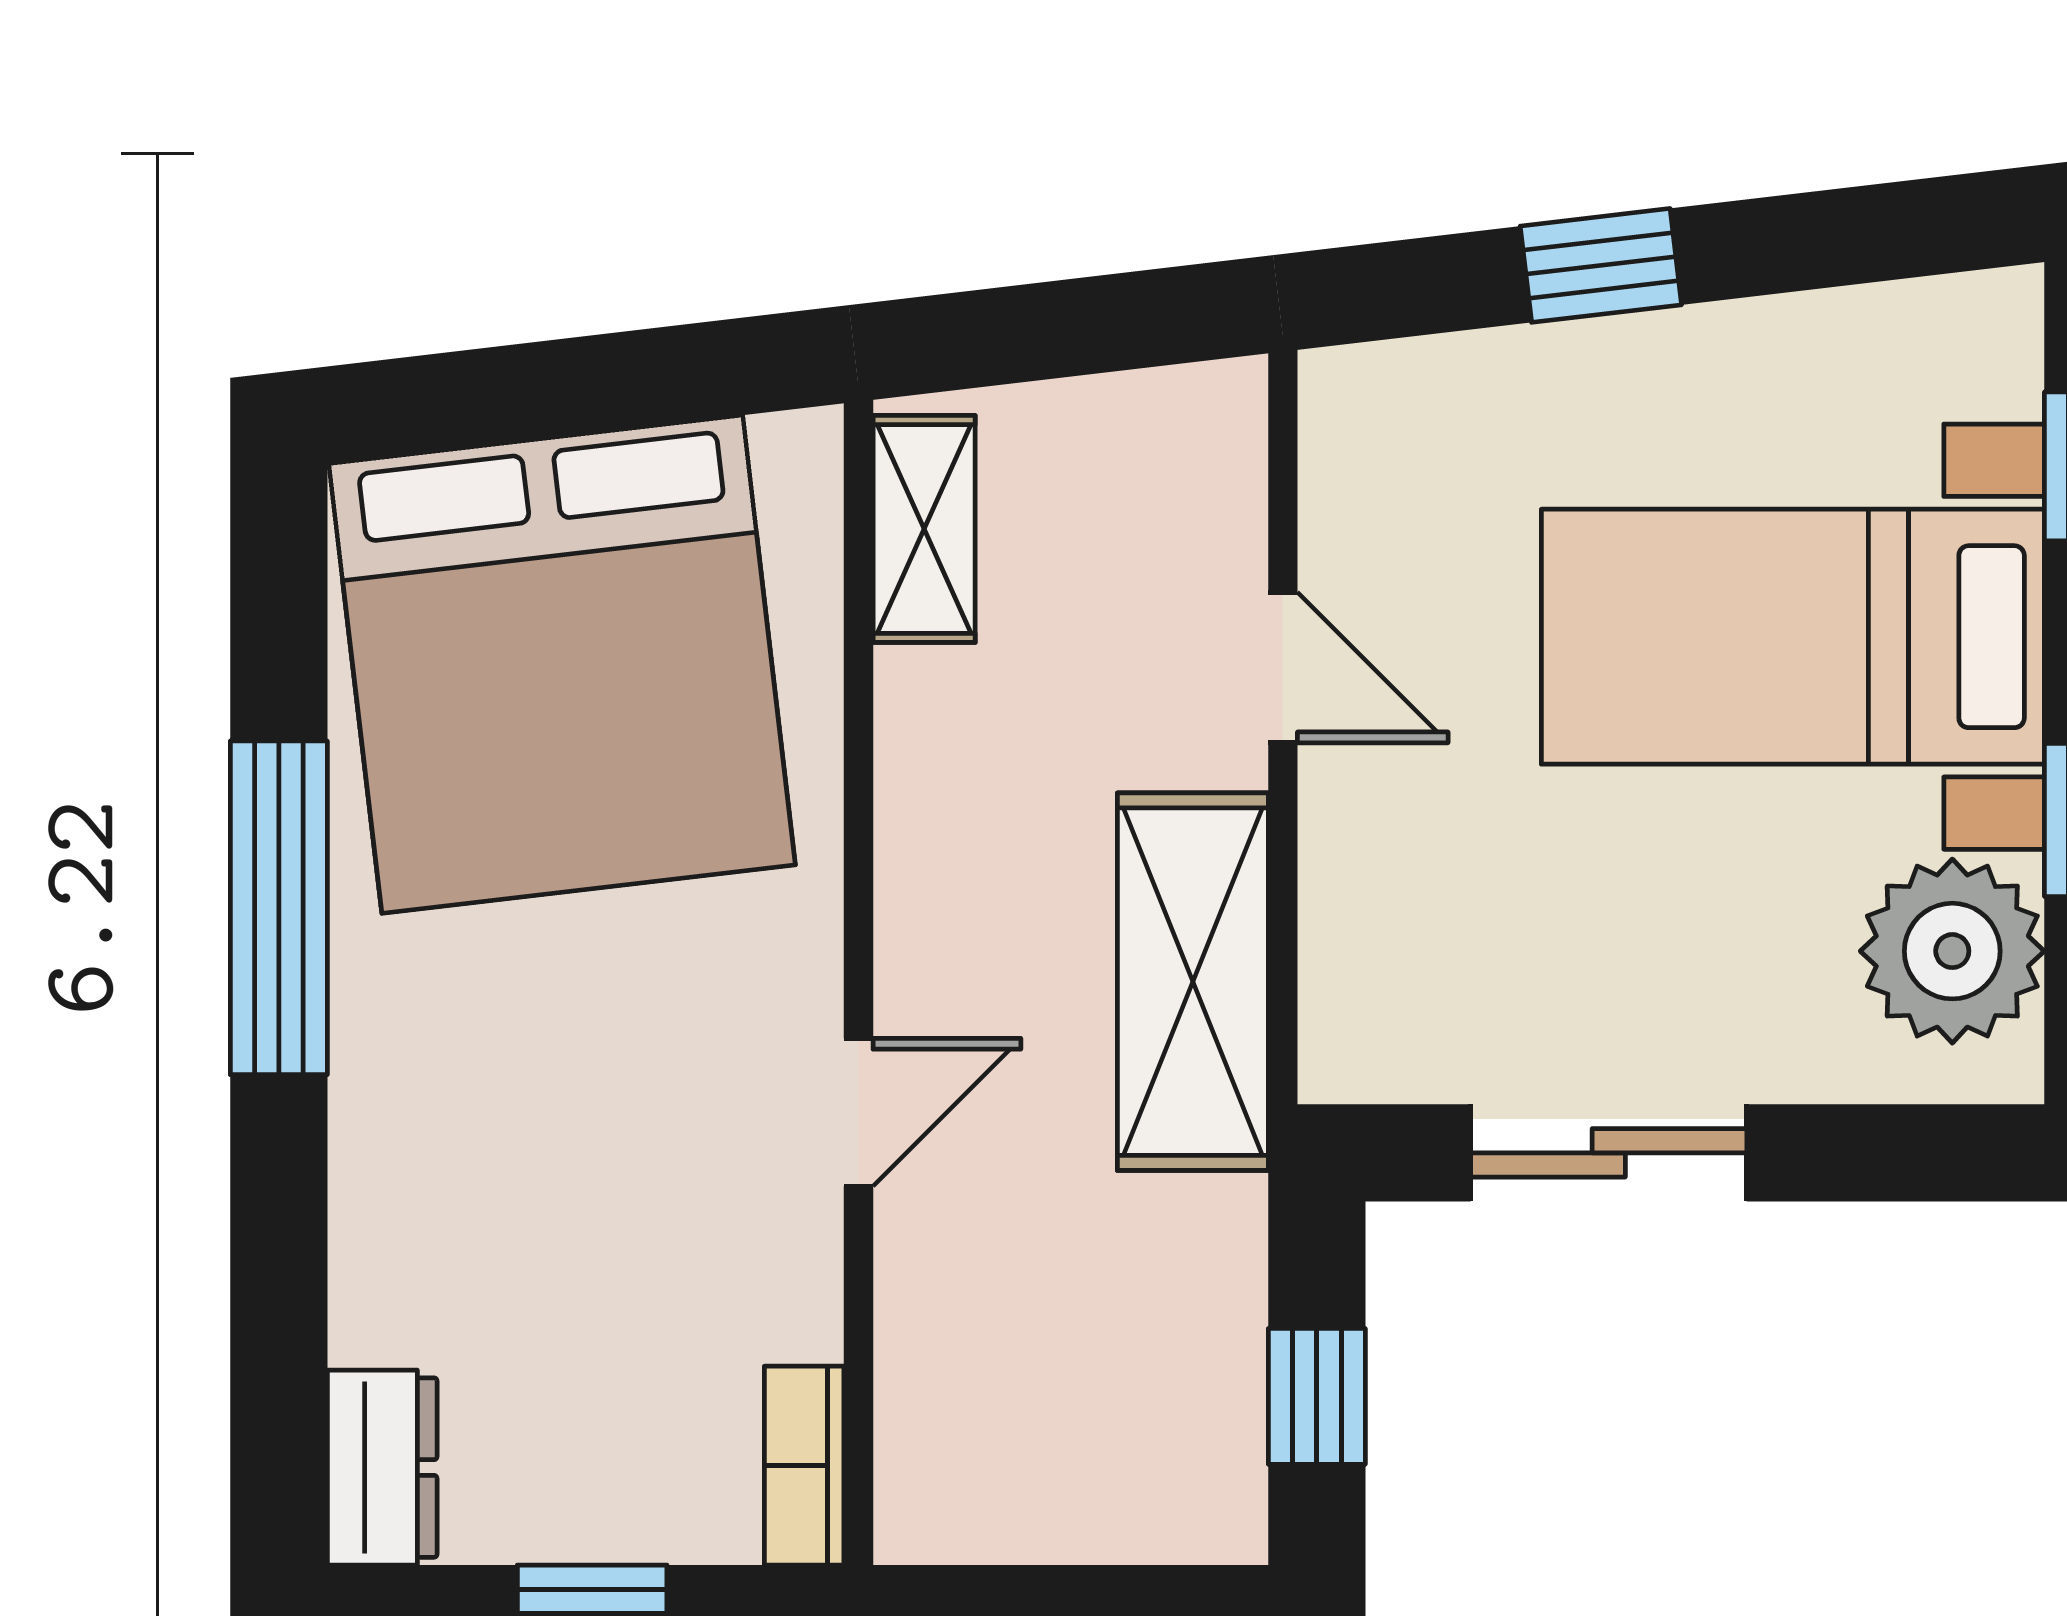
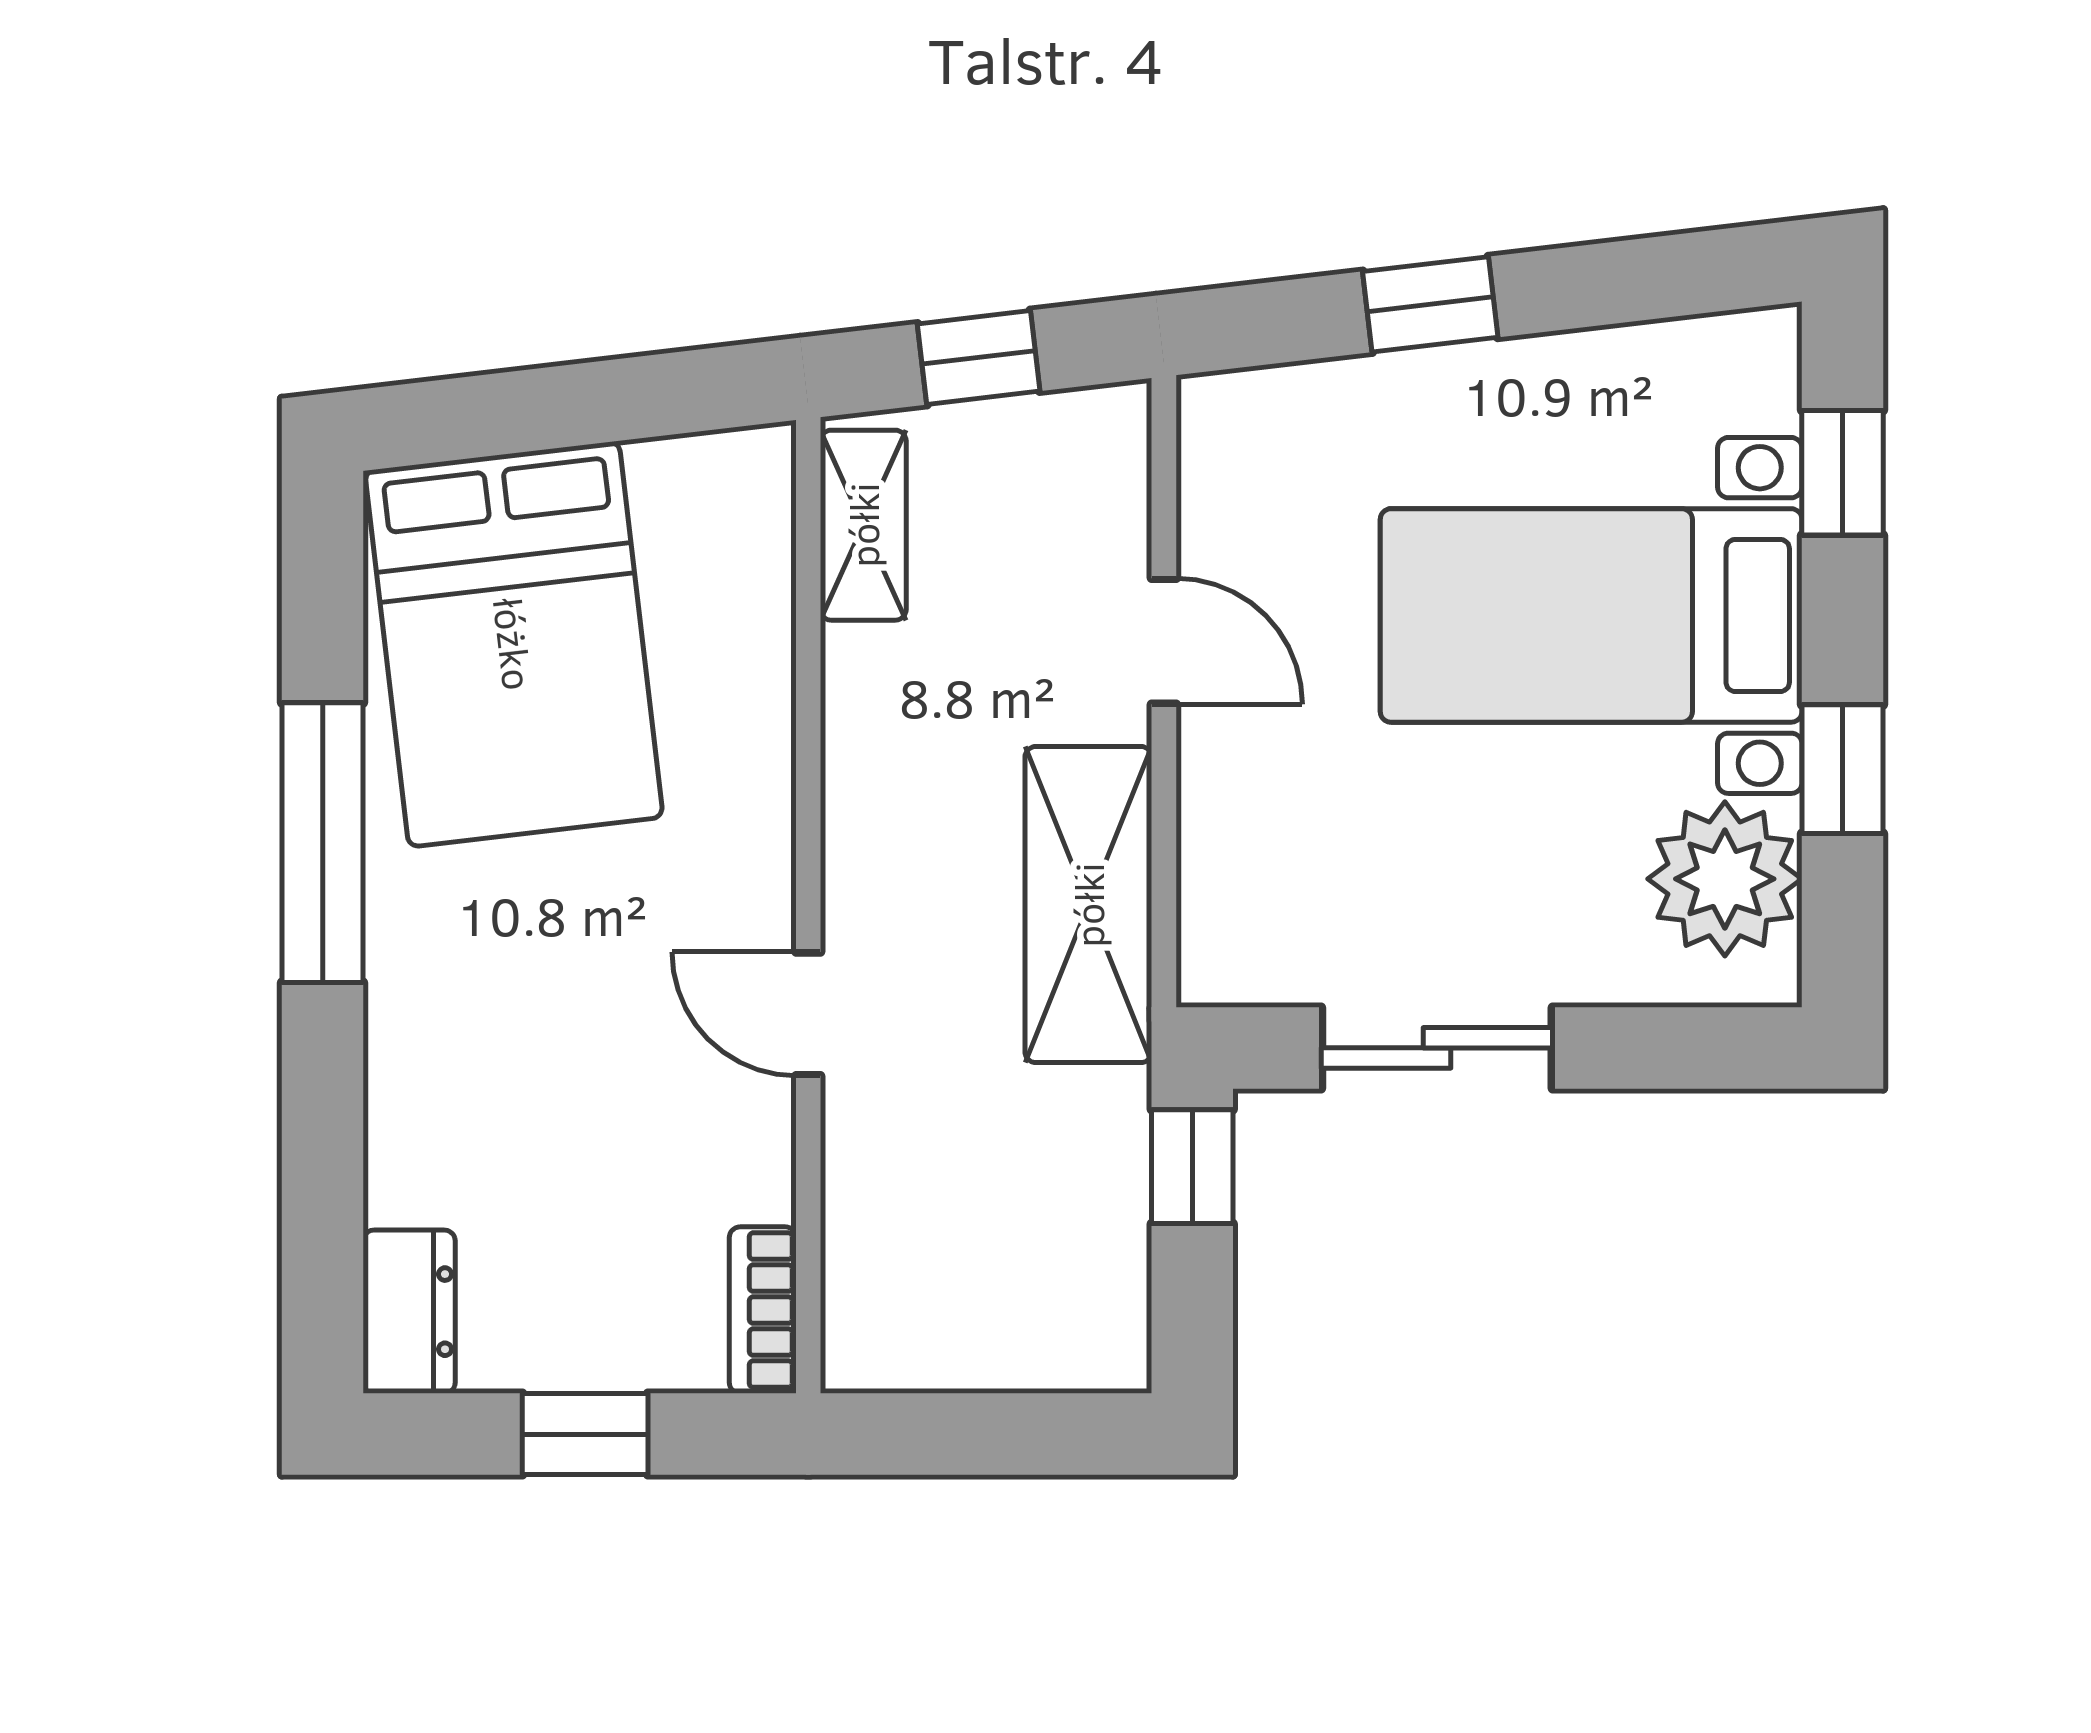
window: (1062, 329) -> (979, 358), added
bed: (562, 664) -> (514, 644), width x0.73
door: (858, 1112) -> (808, 1014), swing flipped
window: (1317, 1396) -> (1192, 1167), moved

